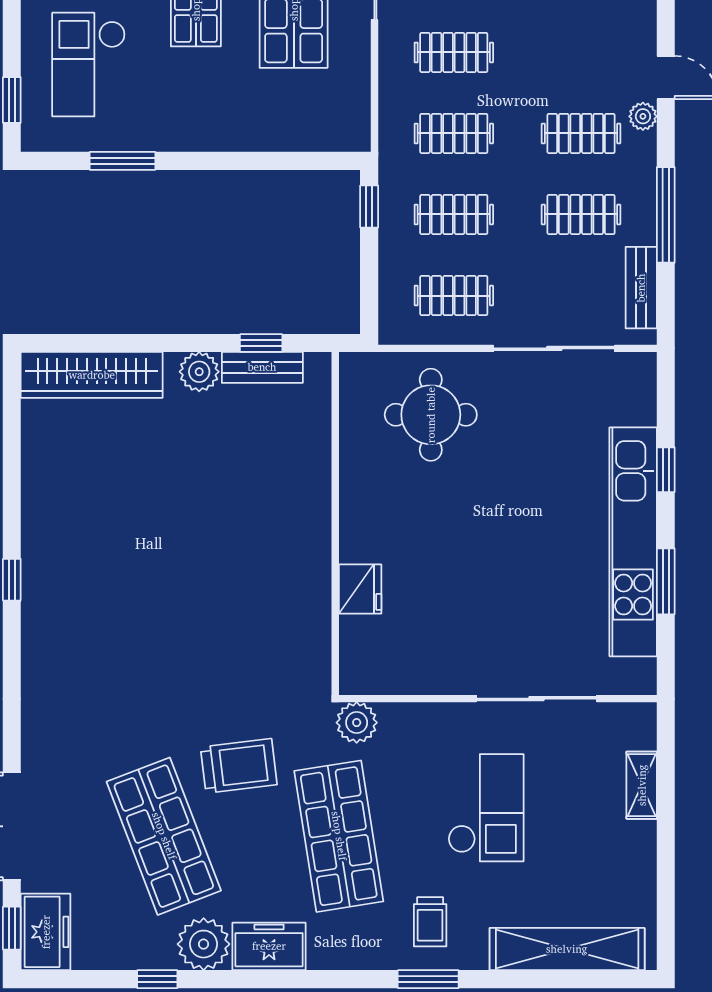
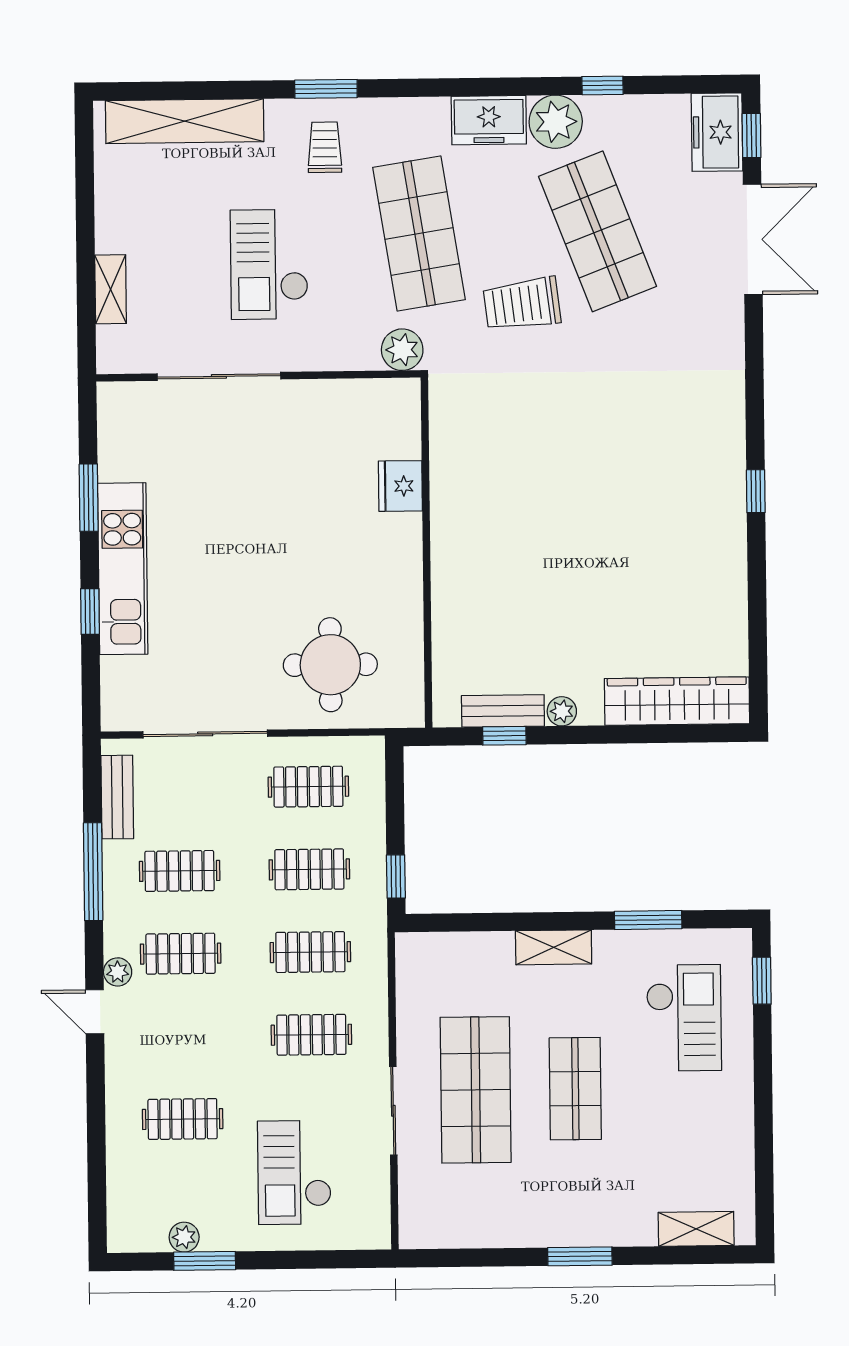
shelving: (215, 135) -> (554, 947), added
plant: (199, 372) -> (562, 711), width x0.73, depth x0.73
kitchen unit: (633, 542) -> (123, 569), width x0.73

